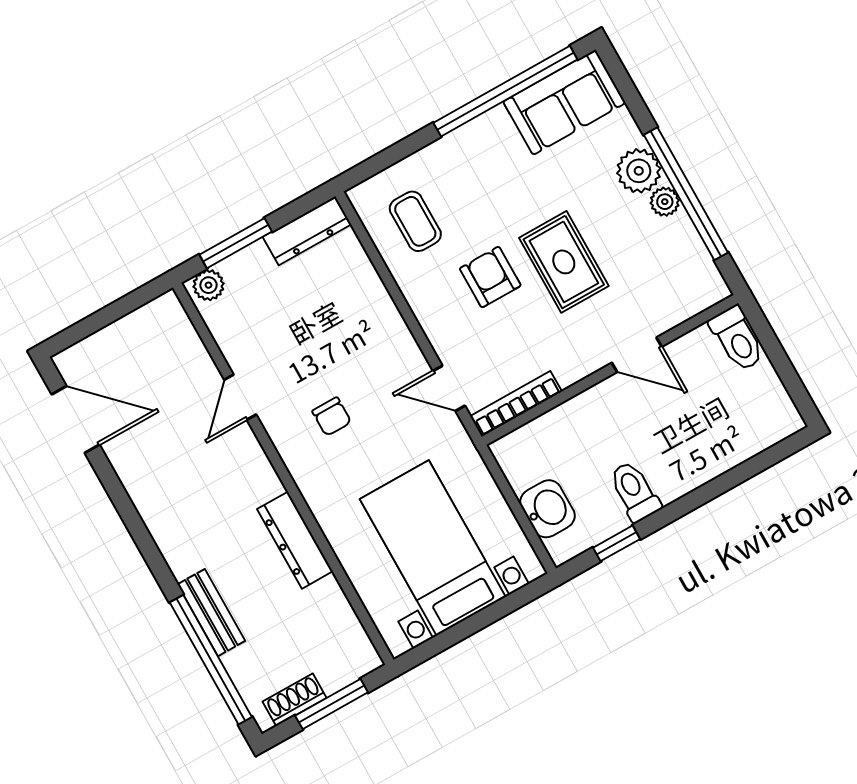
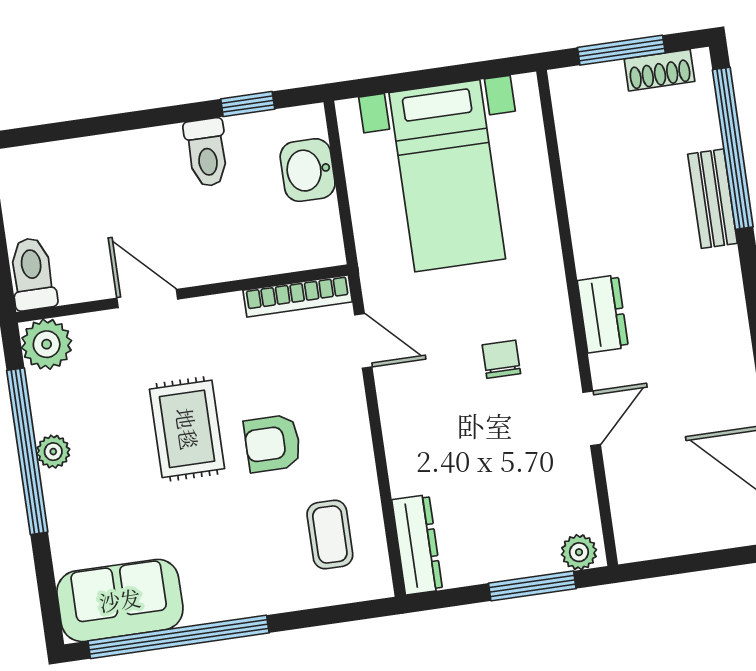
plant: (639, 171) -> (47, 344), moved
dresser: (307, 231) -> (417, 545), moved, turned 90
armchair: (490, 277) -> (272, 443), turned 90
dresser: (295, 540) -> (603, 314), moved, width x0.70

